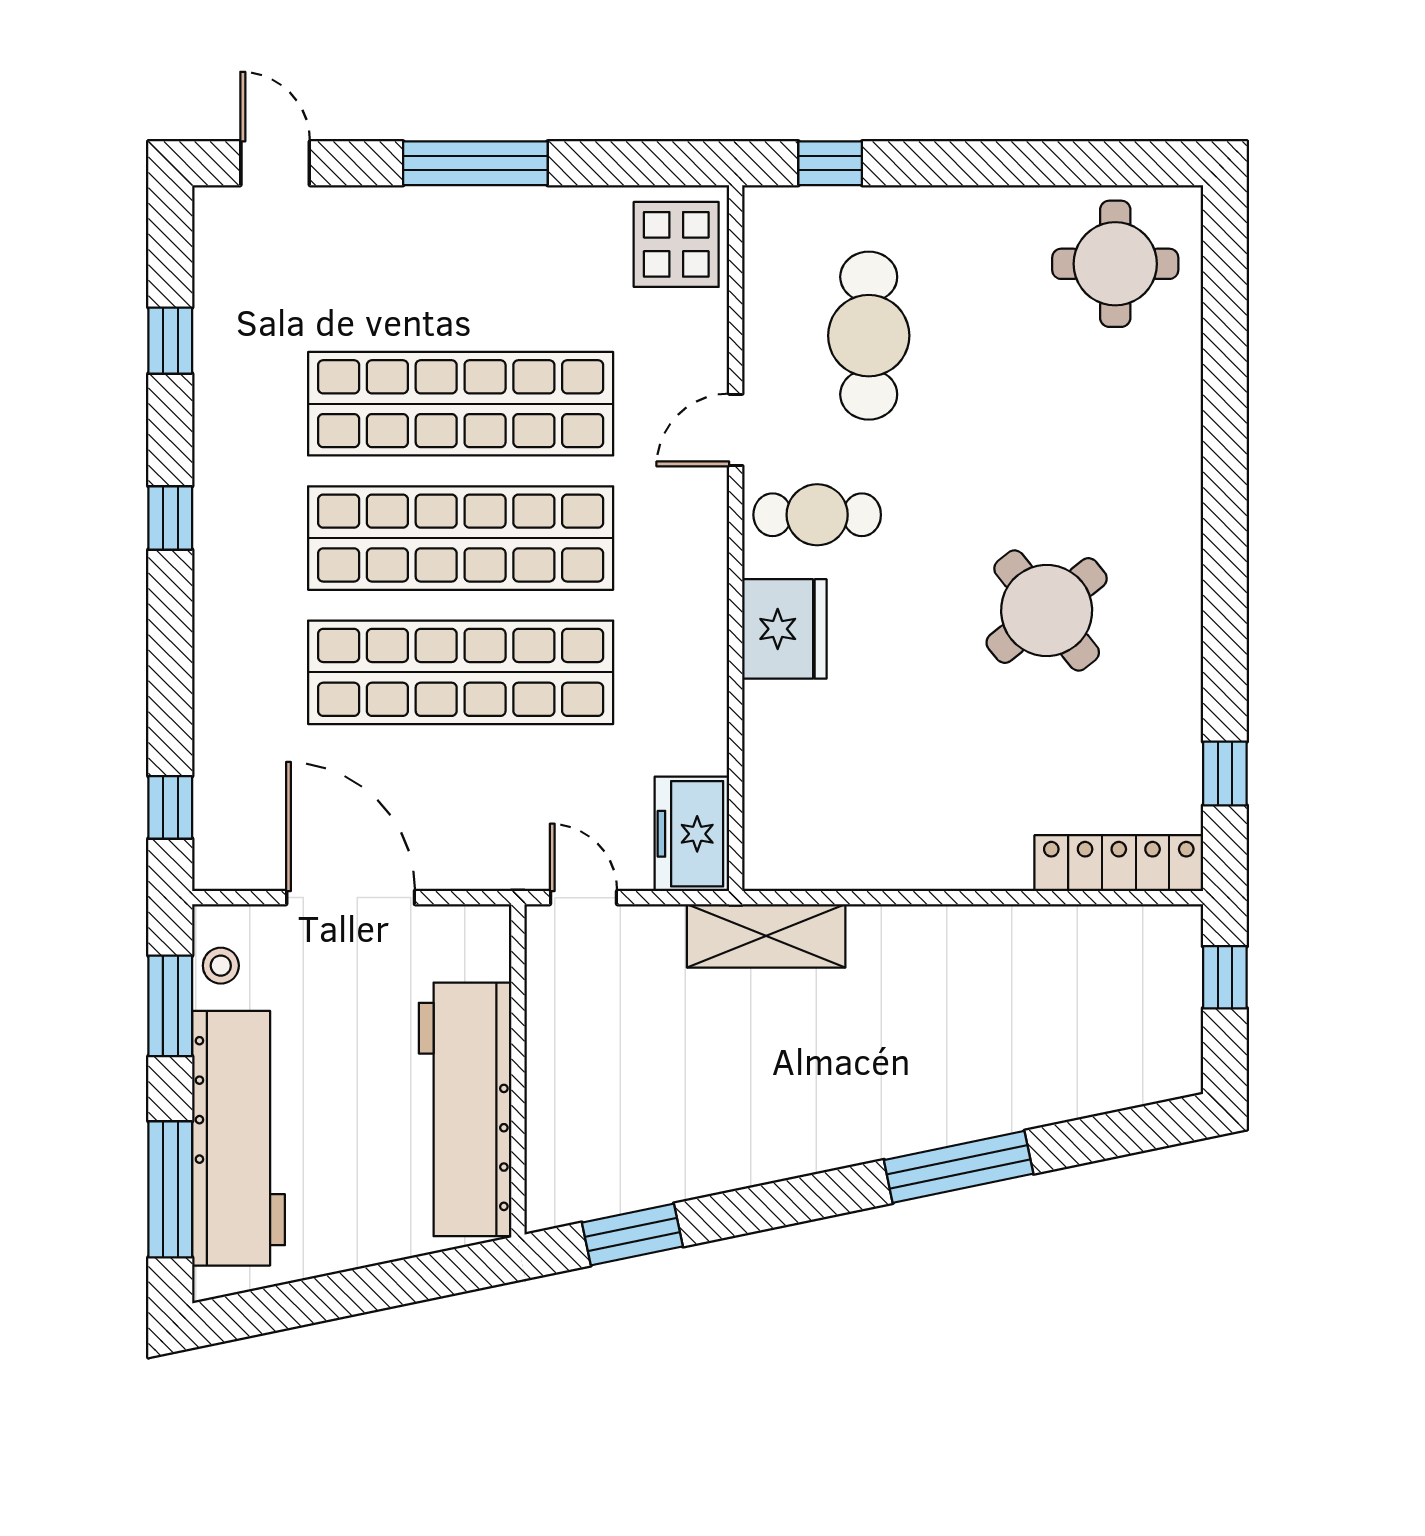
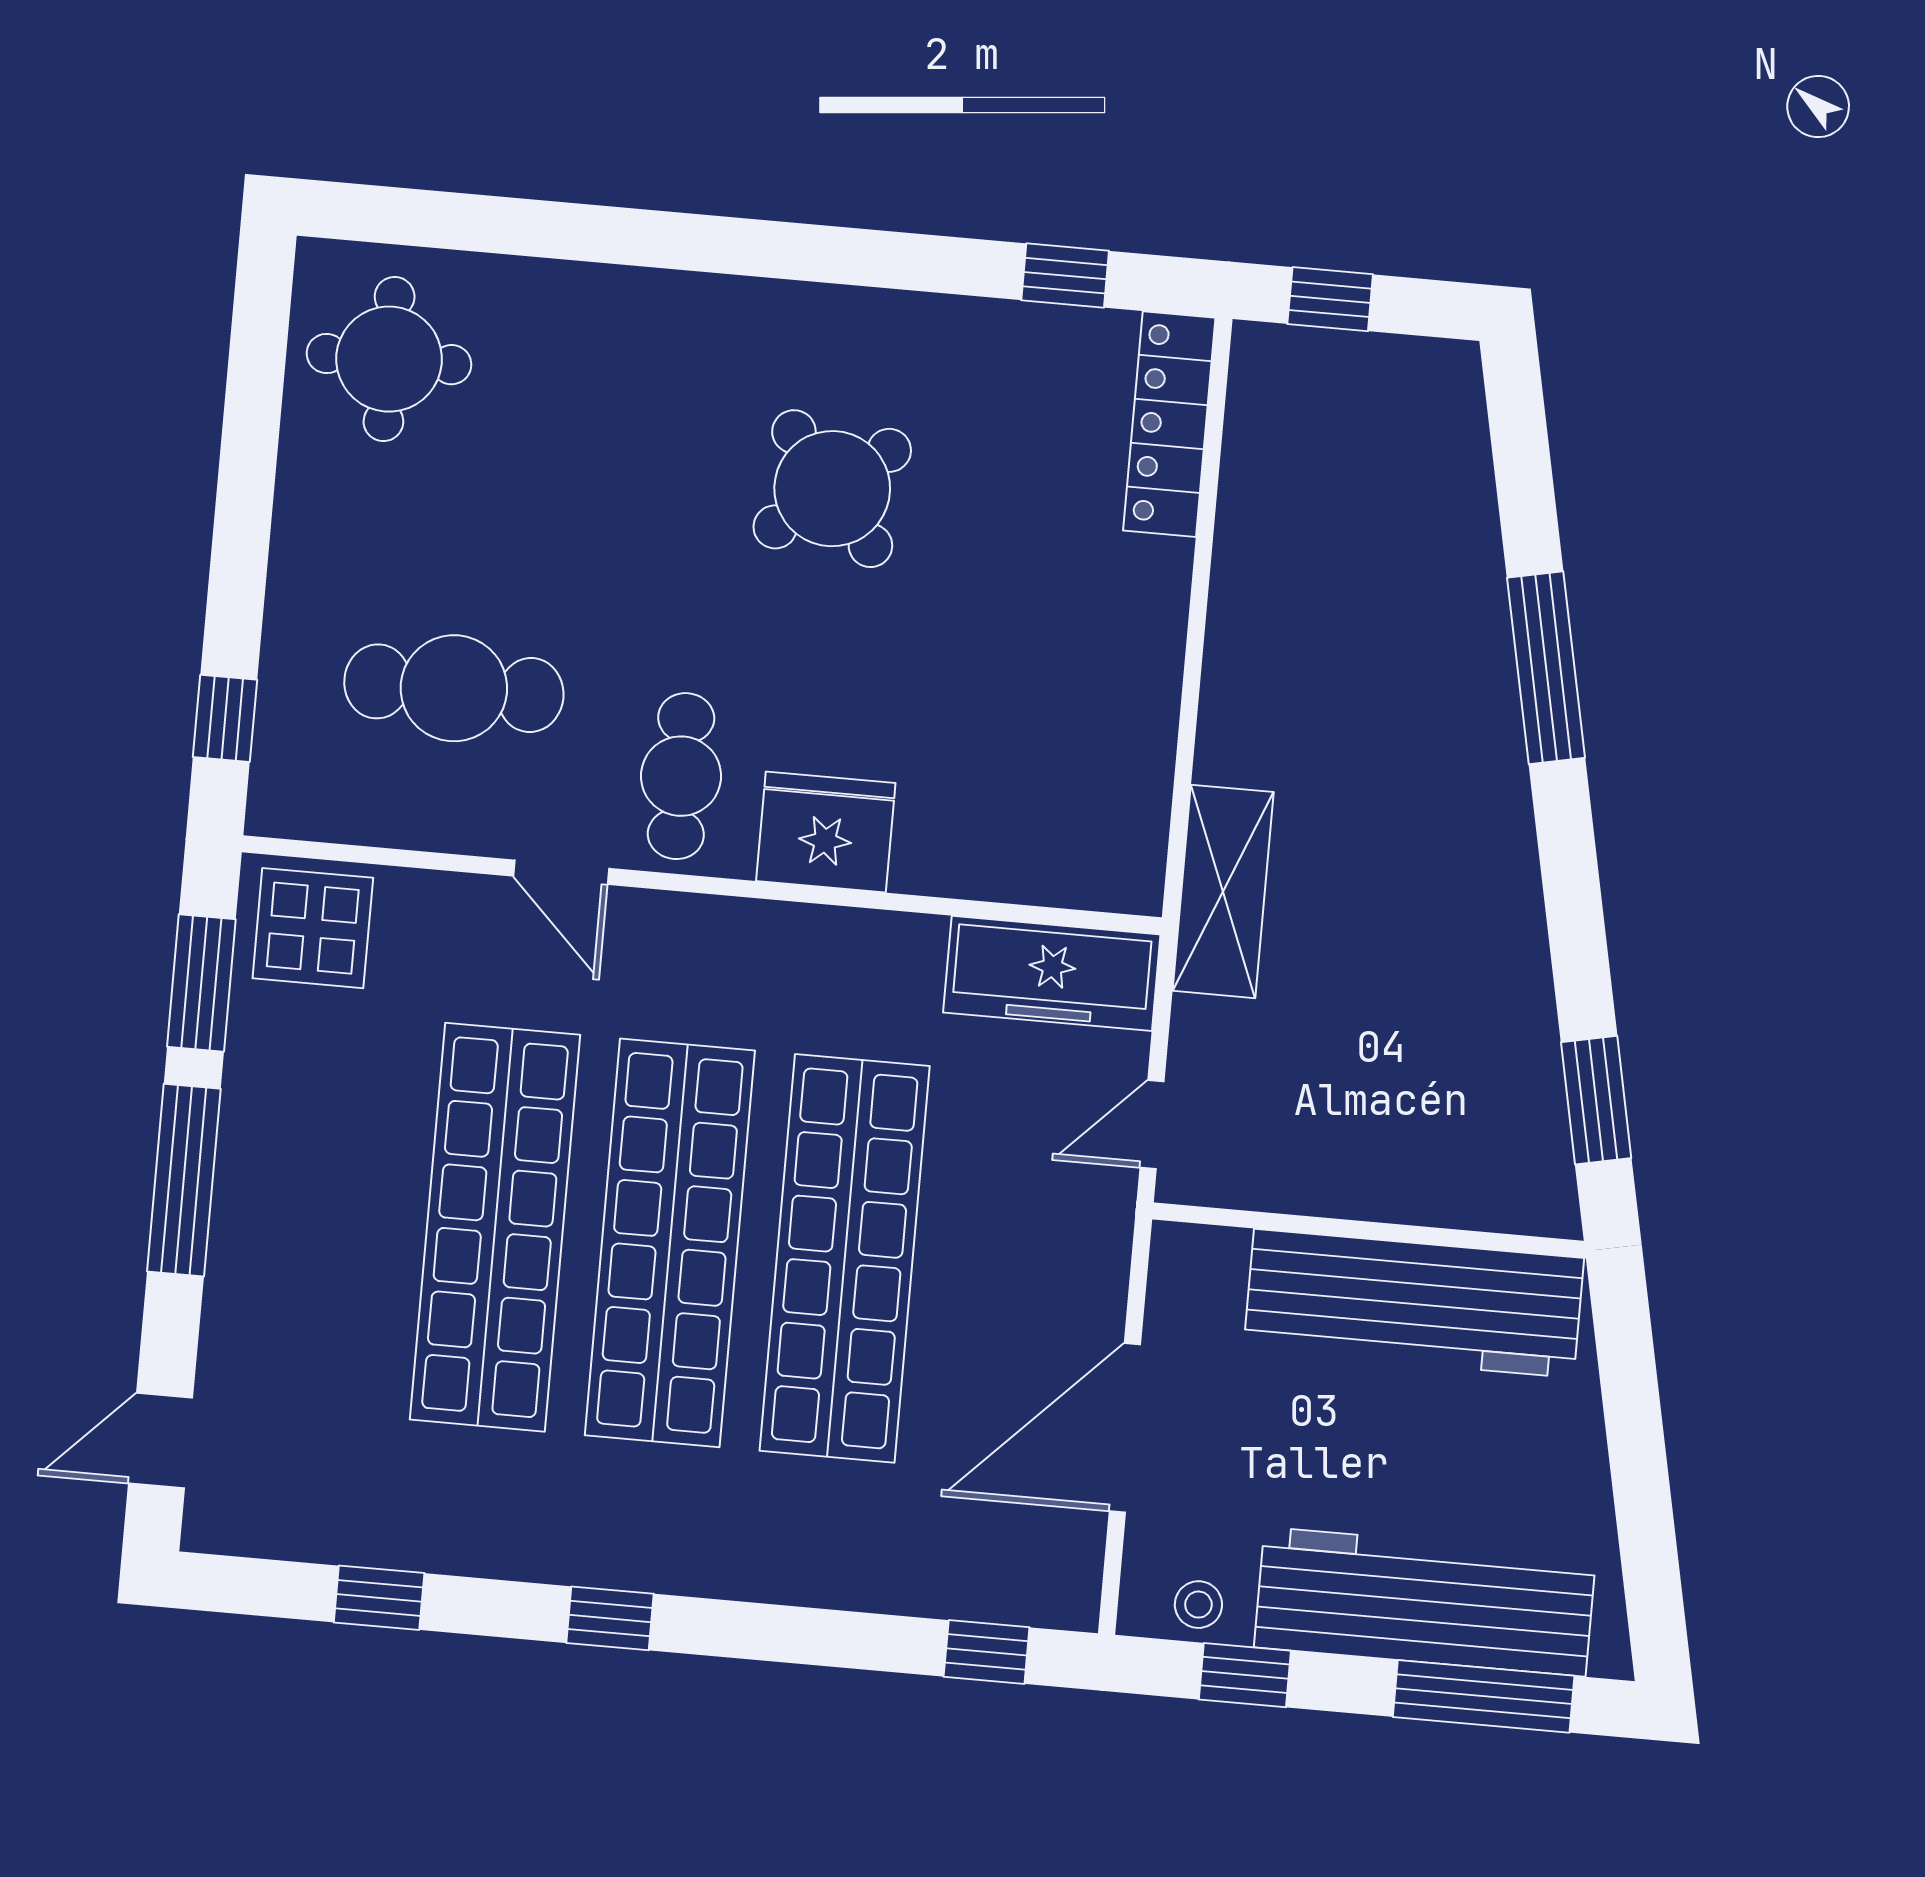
window: (627, 163) -> (201, 983), added
freezer: (692, 834) -> (1052, 973), width x1.40
window: (170, 1006) -> (1245, 1675), width x0.67

